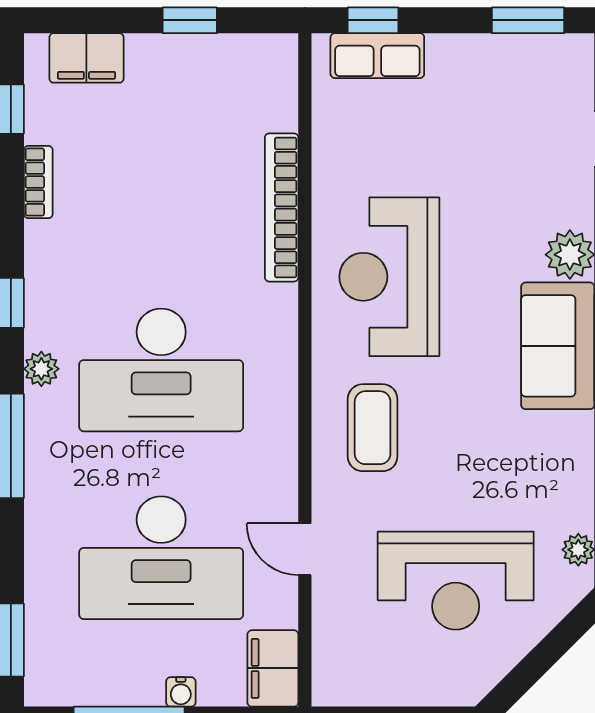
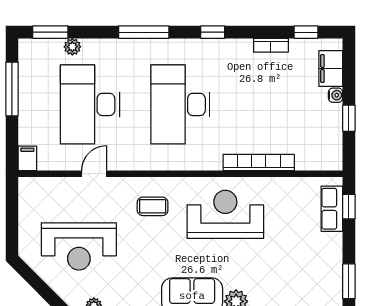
plant: (41, 369) -> (72, 47), moved
coffee table: (373, 428) -> (153, 206), width x0.73, depth x0.77
reception desk: (456, 581) -> (79, 246), turned -90
filing cabinet: (273, 668) -> (27, 158), width x0.50
water cooler: (181, 692) -> (336, 95), moved, turned 180

